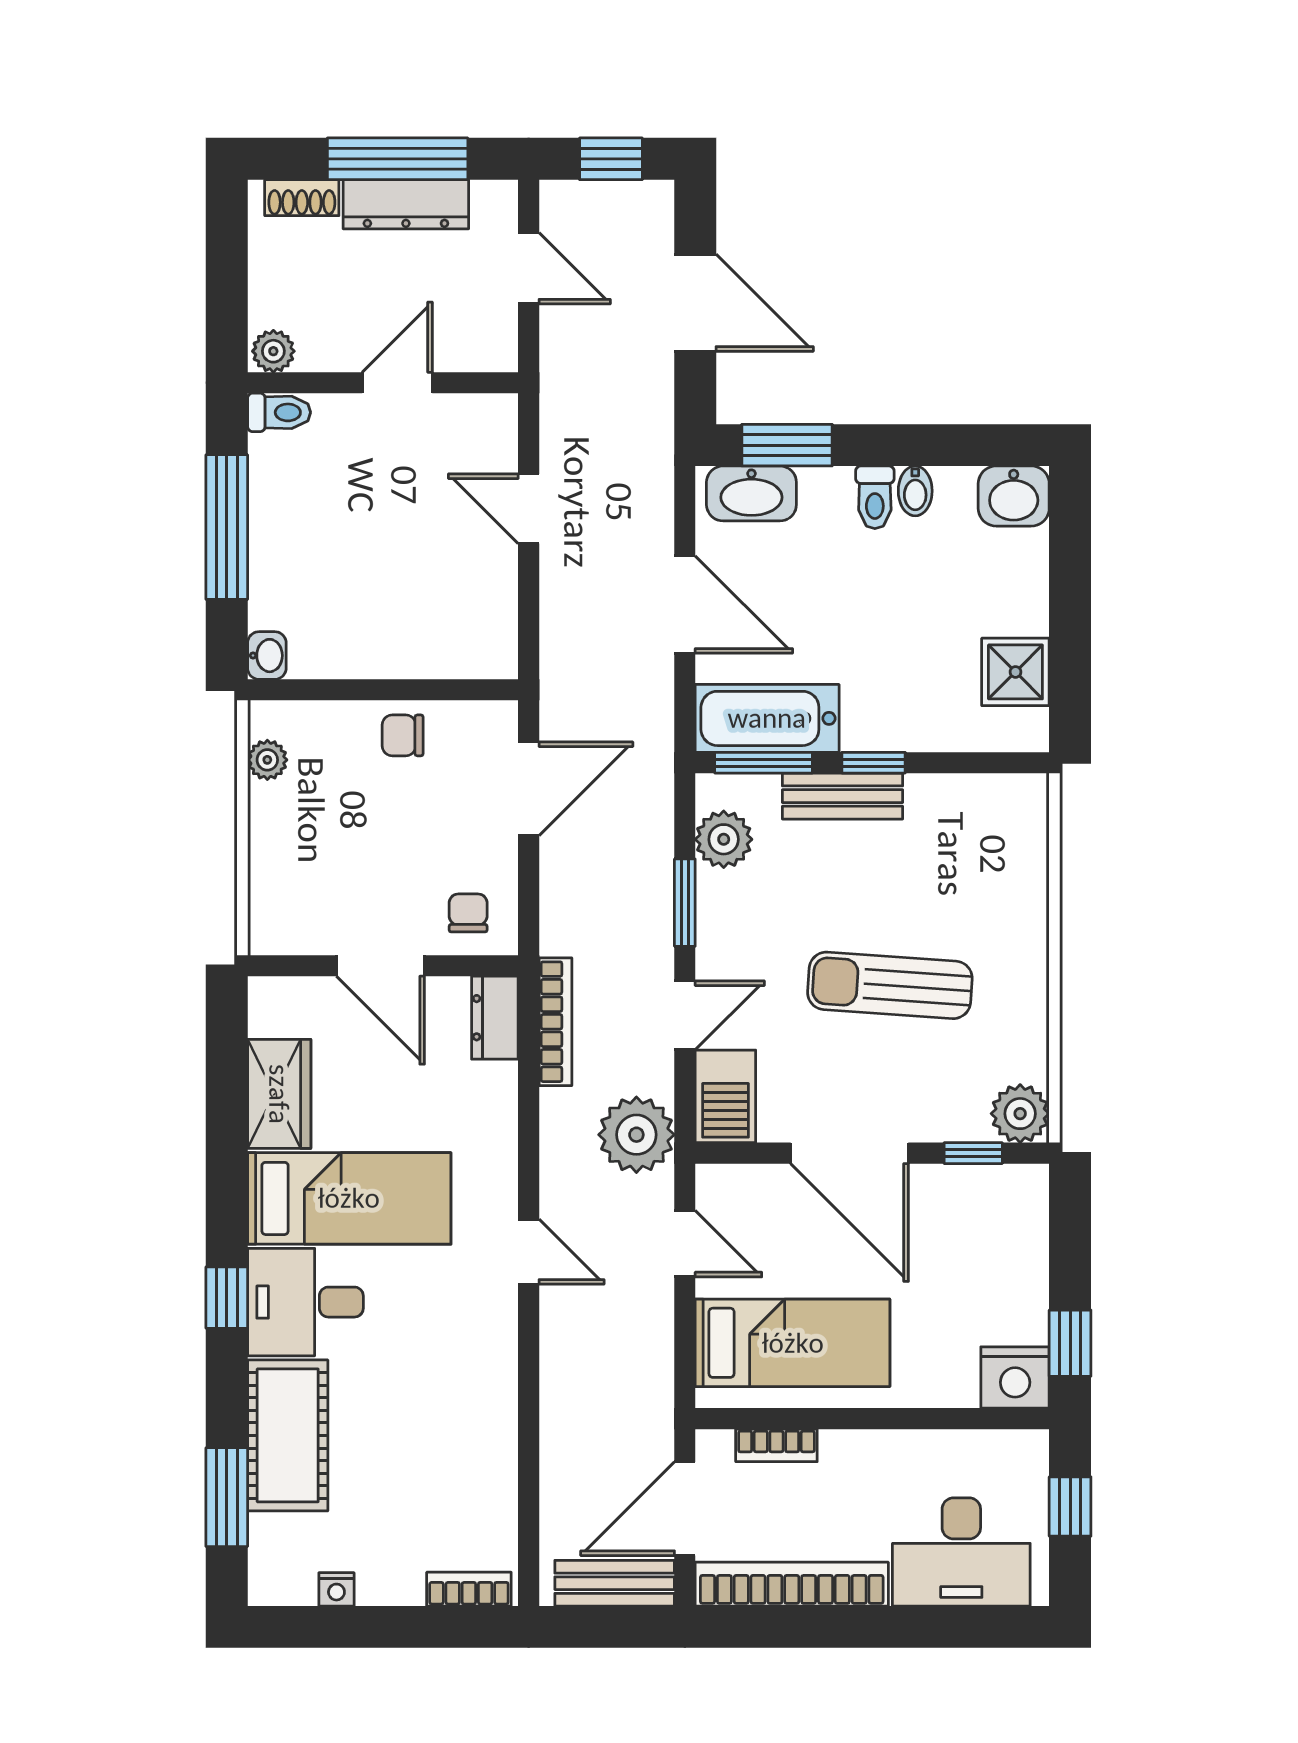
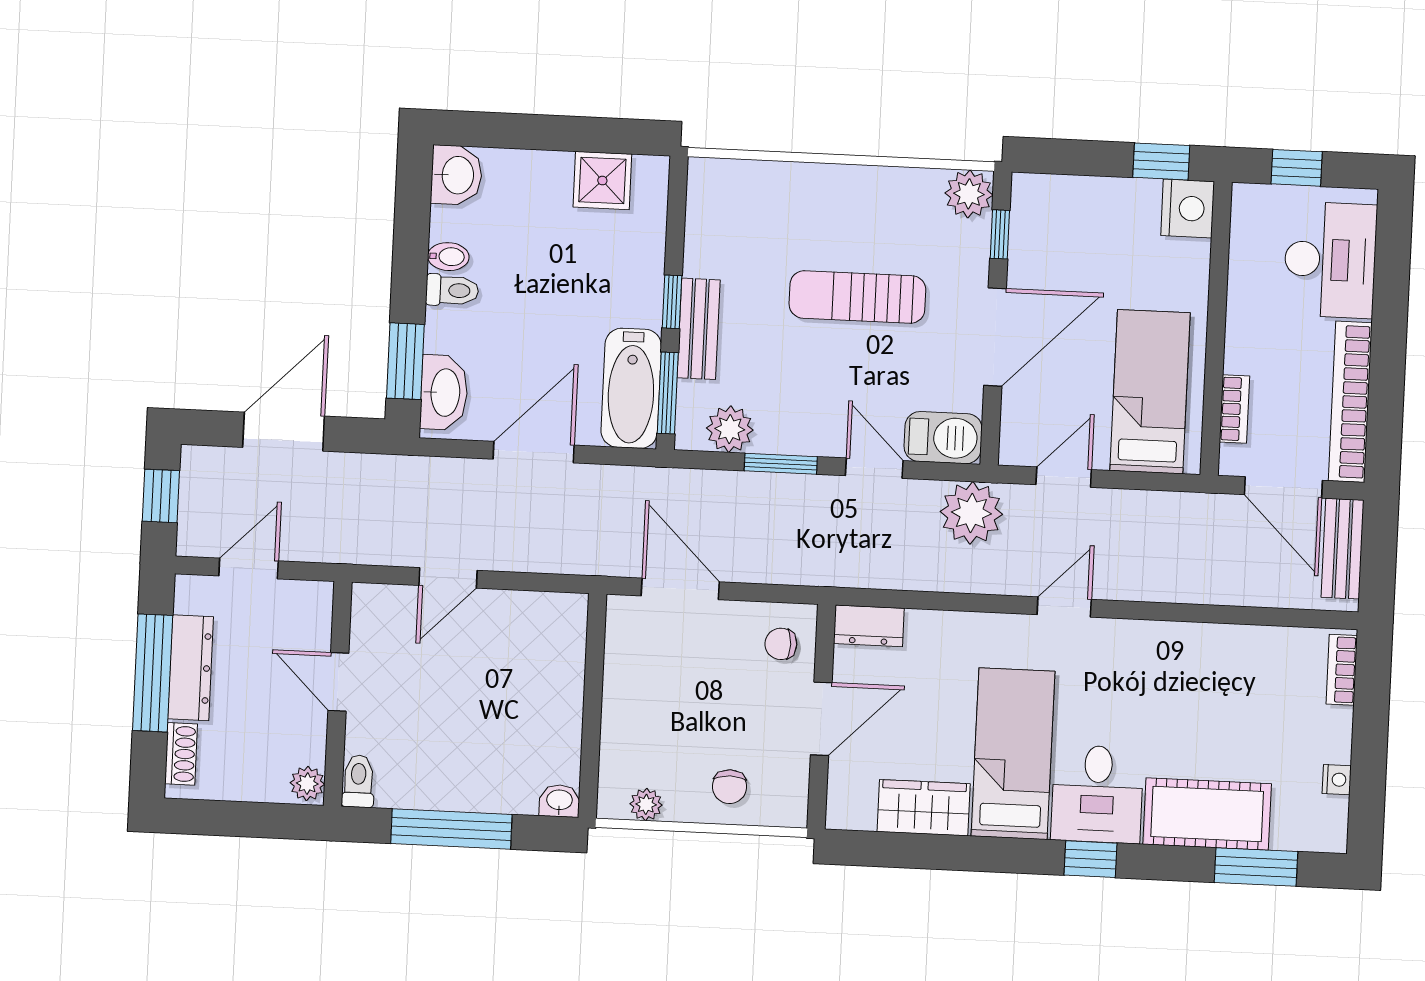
chair: (403, 735) -> (730, 787), moved
sun lounger: (890, 985) -> (857, 297), turned 86
bookcase: (555, 1022) -> (874, 576), removed

